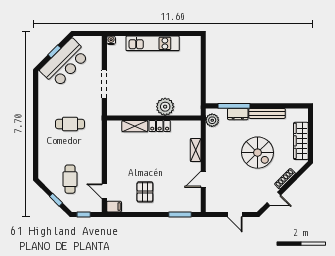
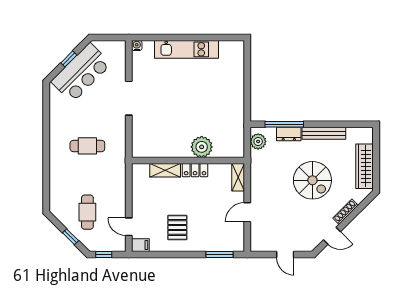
plant: (165, 107) -> (202, 147), moved
wall: (154, 118) -> (188, 160), moved
shelving: (135, 126) -> (165, 170), moved
locker: (160, 126) -> (195, 170), moved

